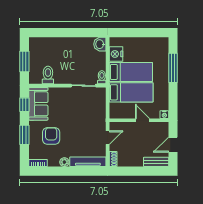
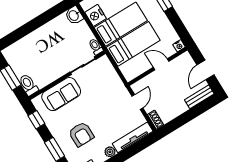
toilet: (48, 75) -> (28, 85), moved
sofa: (38, 104) -> (61, 94), moved, turned 90
armchair: (51, 136) -> (81, 134), turned 180

